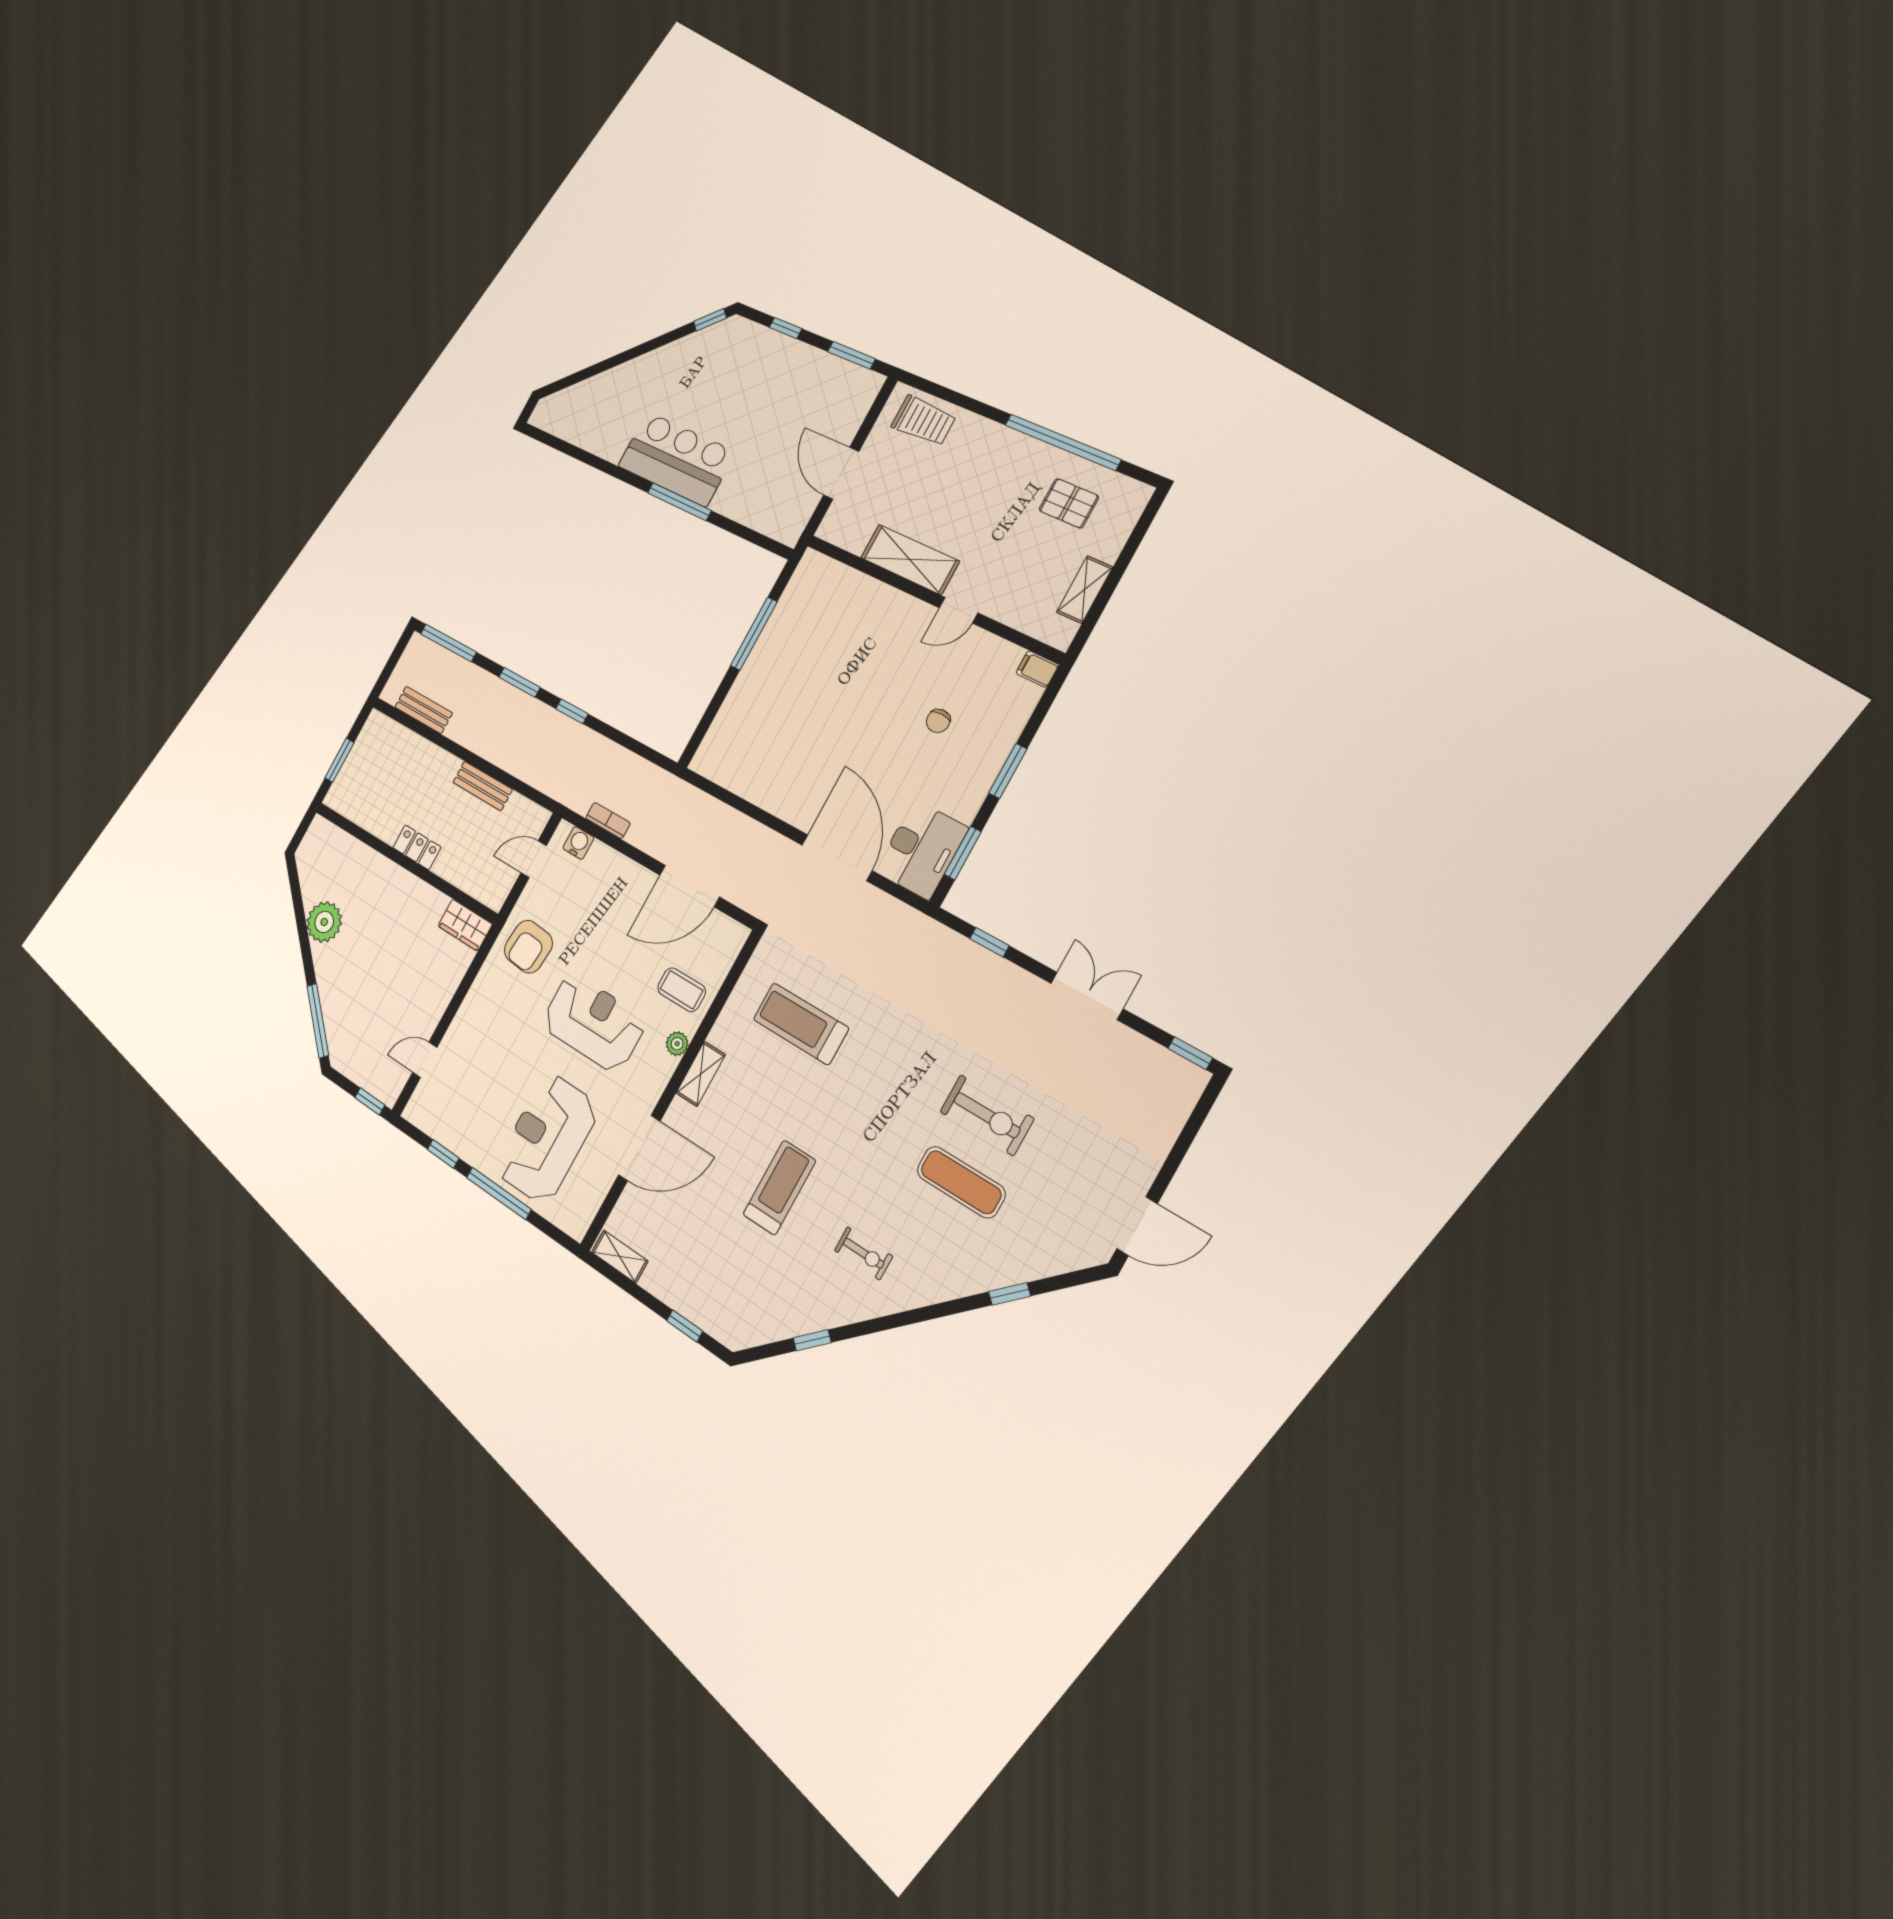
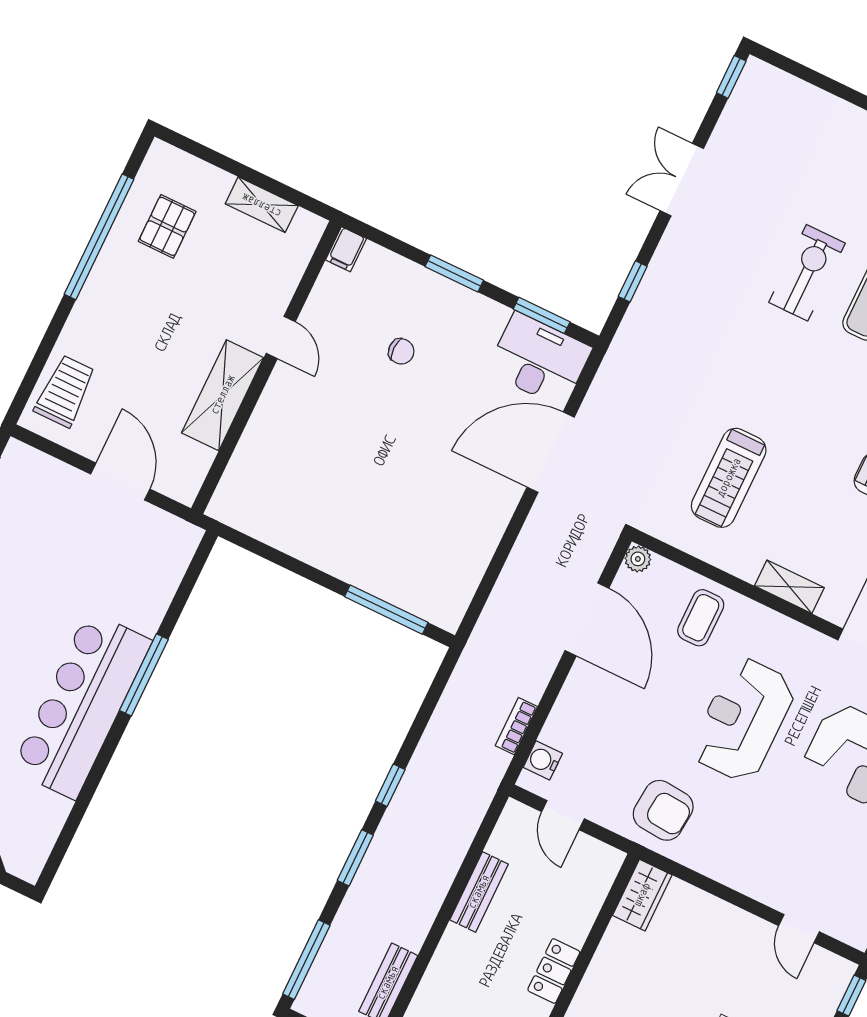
bar counter: (676, 459) -> (82, 705), width x1.36
door: (841, 473) -> (120, 482), swing flipped
window: (754, 634) -> (386, 610), moved
plant: (677, 1044) -> (638, 559), moved

